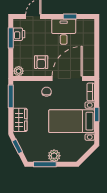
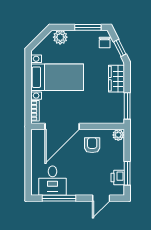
window: (70, 16) -> (59, 198), width x2.17
desk: (64, 32) -> (53, 181), moved
chair: (47, 92) -> (105, 42), moved
window: (97, 115) -> (28, 85), removed
plant: (54, 156) -> (60, 37), moved

